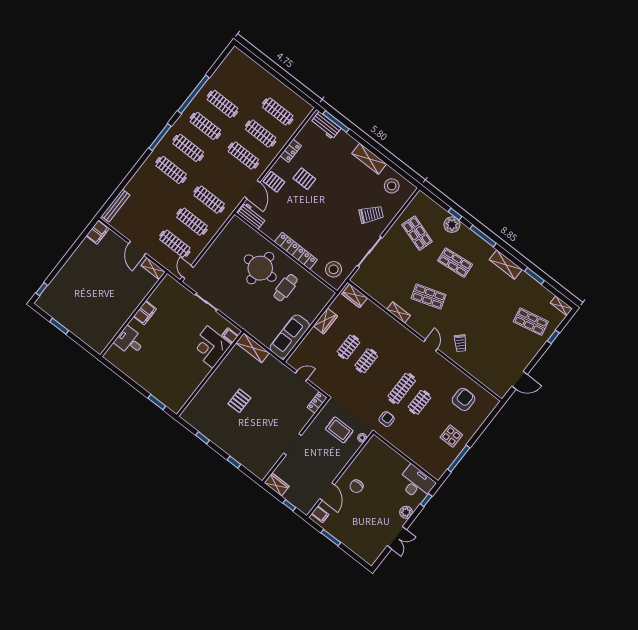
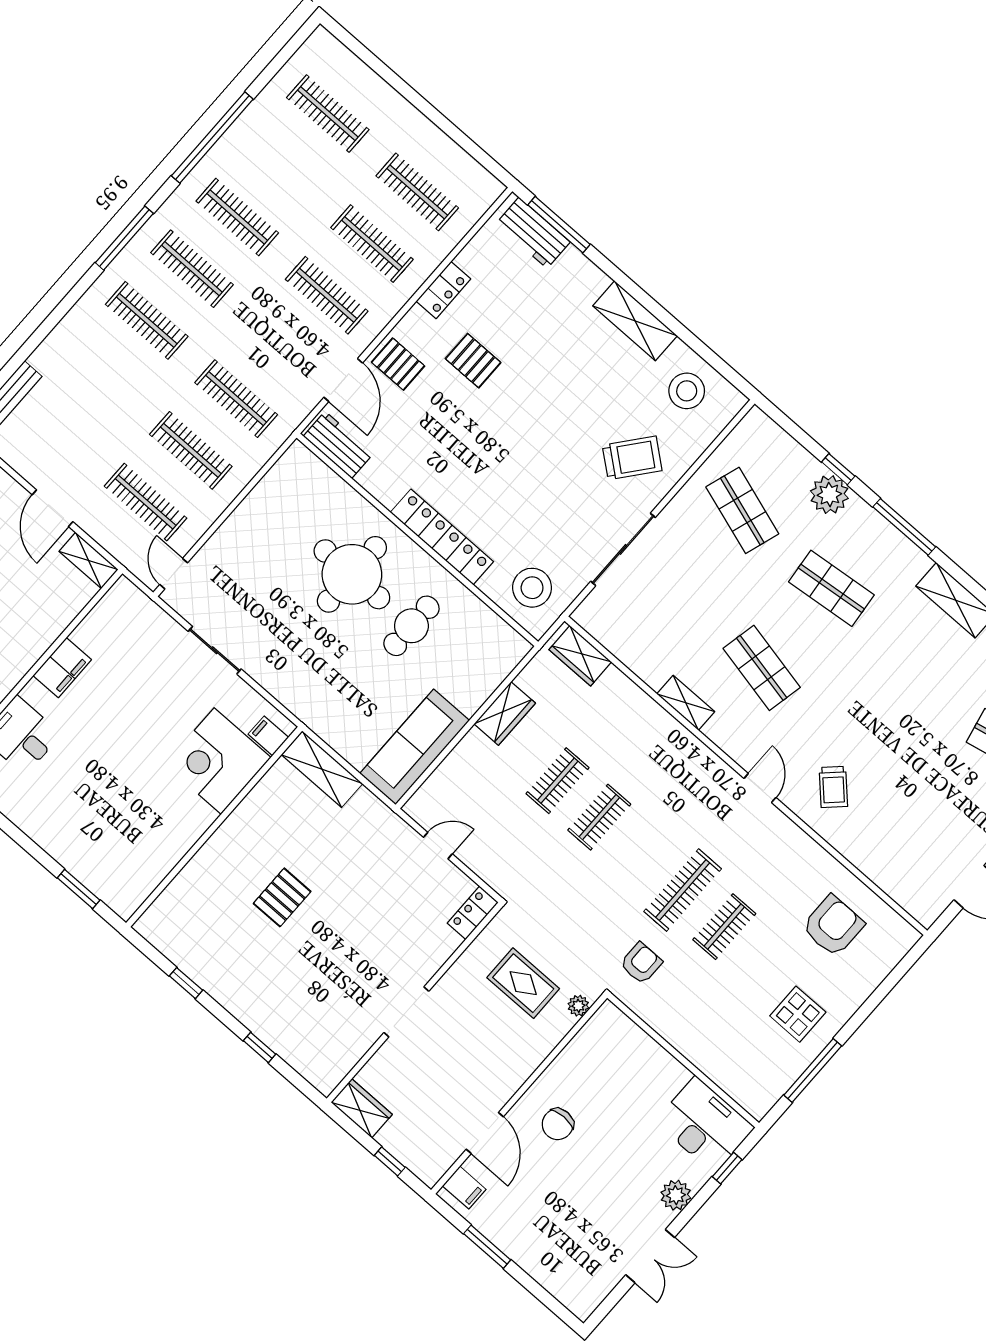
clothes rail: (223, 104) -> (328, 114), moved
shop shelf: (429, 297) -> (762, 668), turned 30

